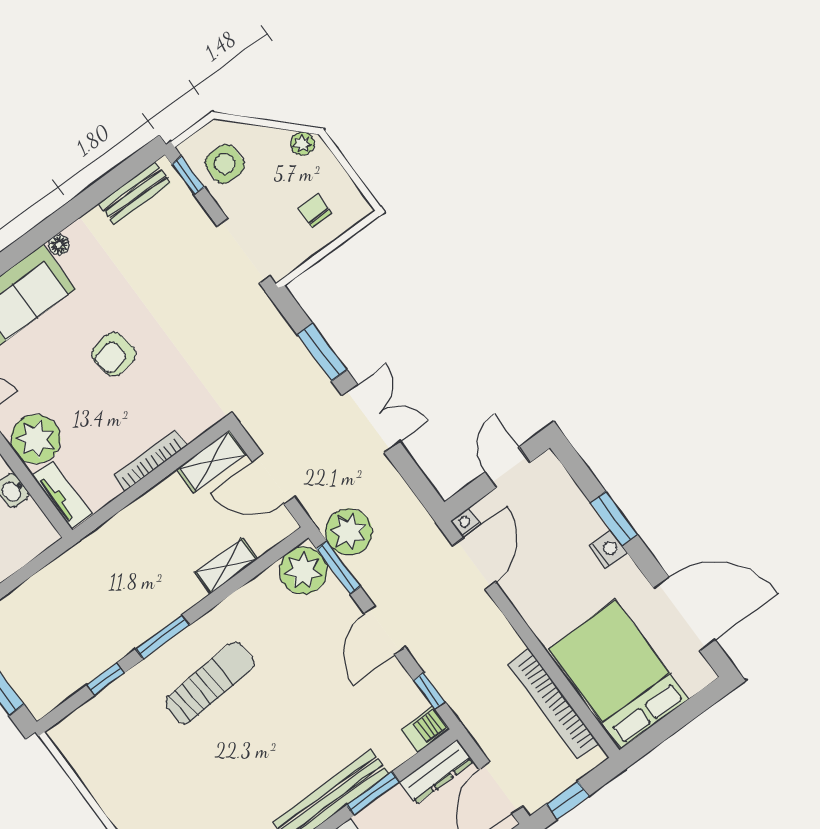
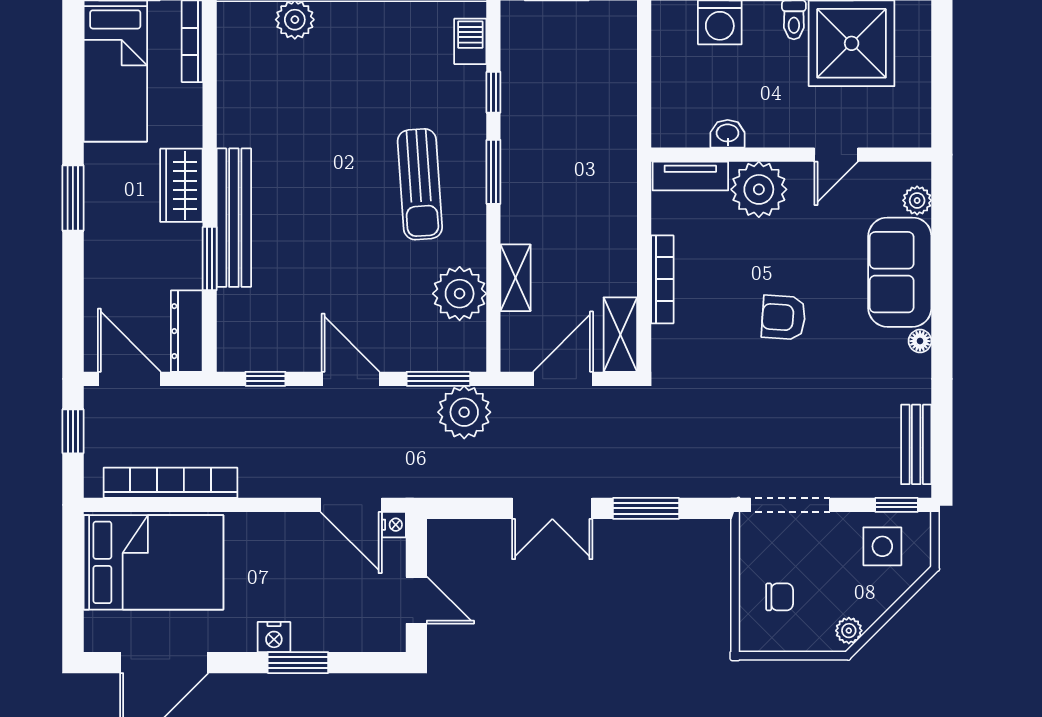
armchair: (114, 354) -> (784, 317), turned -77
plant: (303, 570) -> (460, 294), moved
barbecue: (425, 730) -> (470, 41), moved, turned 180

